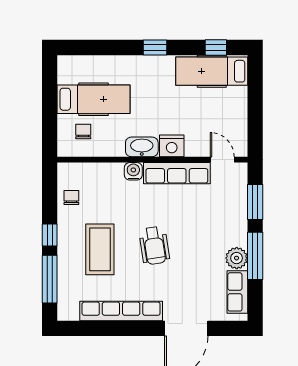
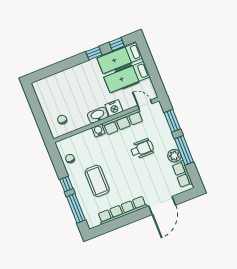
window: (155, 48) -> (94, 53), moved
hospital bed: (93, 99) -> (127, 77), moved, turned 180
wheelchair: (154, 246) -> (142, 149), moved, turned -81

